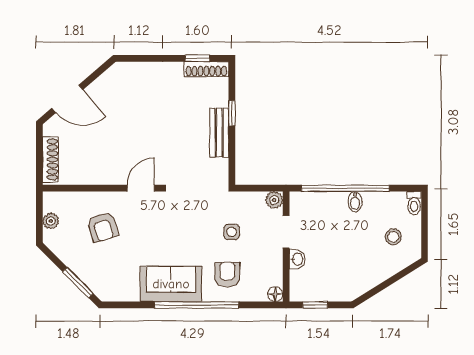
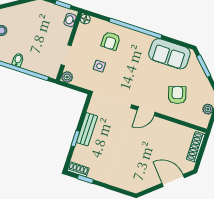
shoe rack: (206, 69) -> (78, 169), width x0.70
washbasin: (297, 259) -> (70, 20), moved
sofa: (171, 284) -> (169, 54), moved

